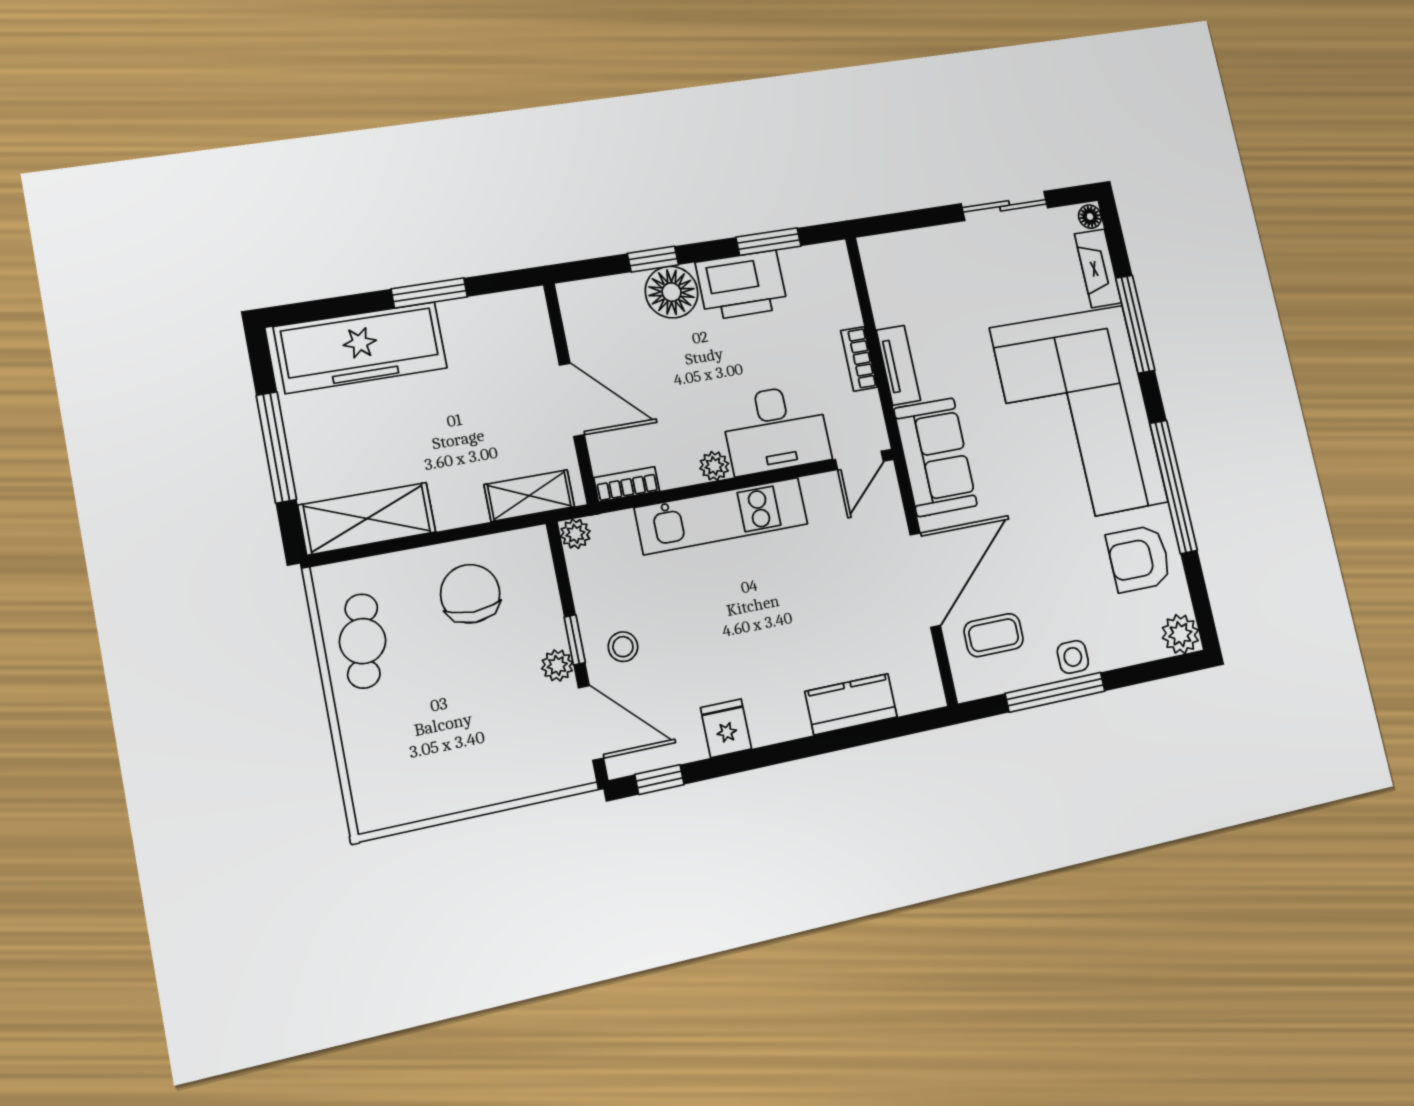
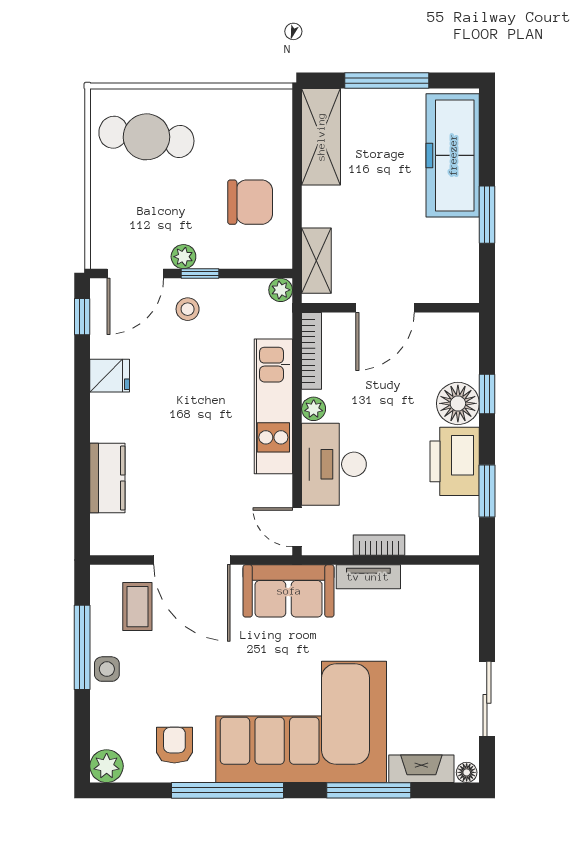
bookcase: (627, 484) -> (312, 351), width x1.56
armchair: (1139, 559) -> (174, 745), width x0.72, depth x0.72
cafe table: (363, 641) -> (146, 137), moved, width x1.37, depth x1.35

